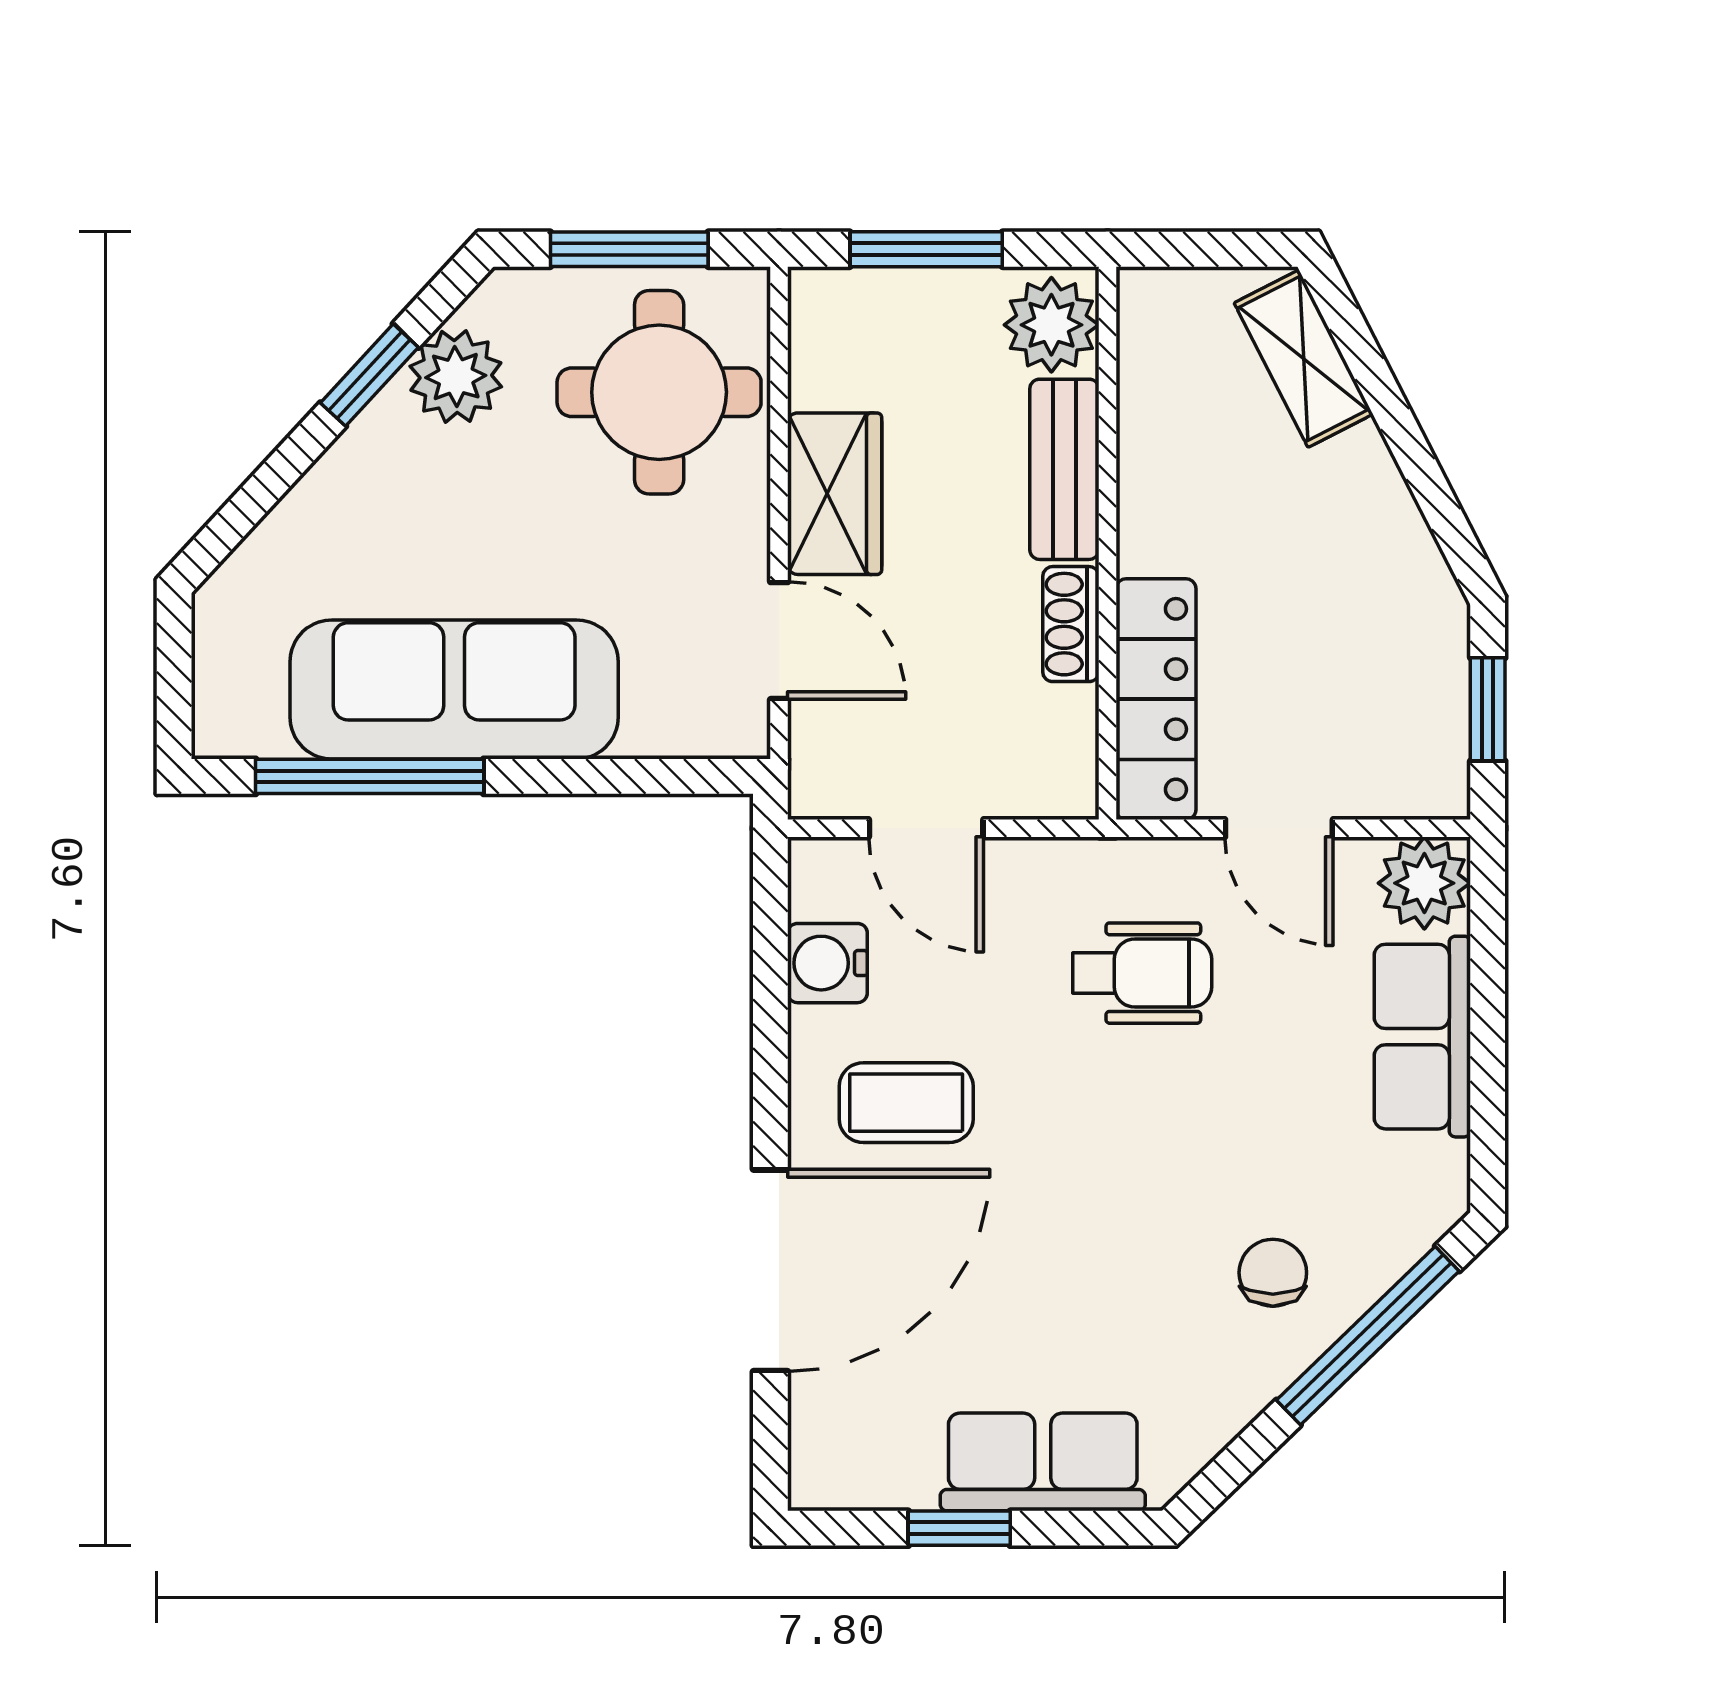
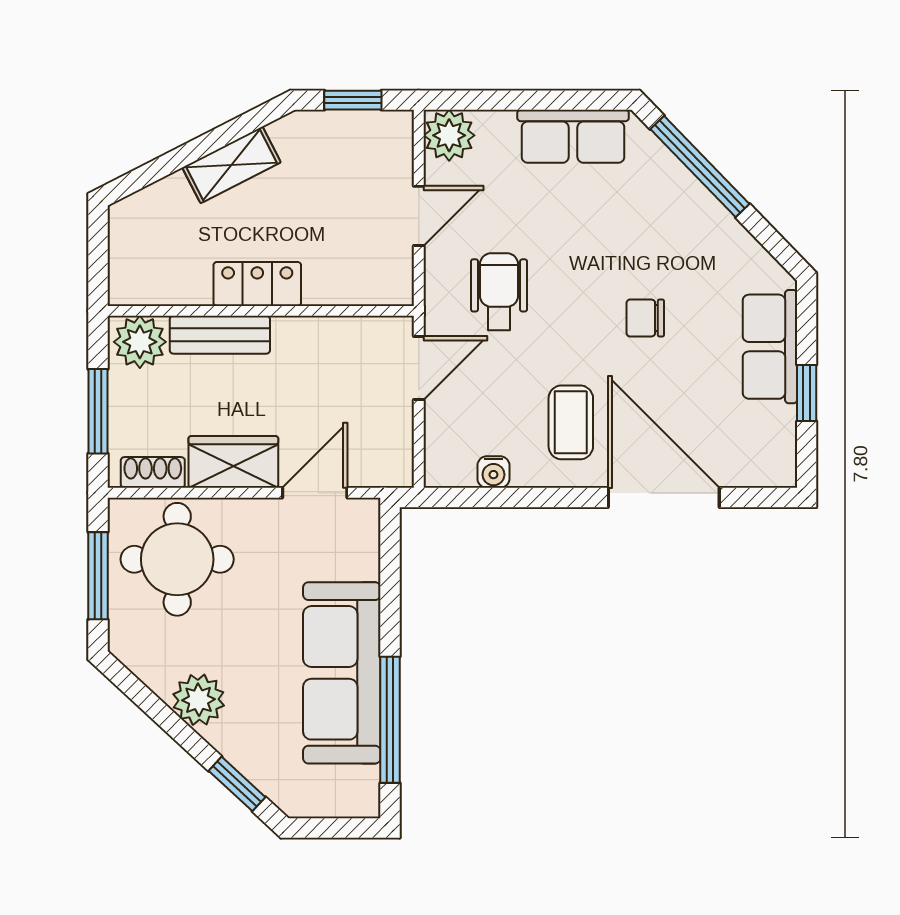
shelving: (1304, 359) -> (231, 165), moved
window: (369, 375) -> (237, 784), moved
plant: (456, 376) -> (199, 700), moved
shoe rack: (1071, 624) -> (153, 472), moved, turned 180
locker: (1156, 699) -> (257, 284), moved, width x0.66
door: (926, 828) -> (419, 368), moved
water cooler: (827, 963) -> (493, 472), width x0.72, depth x0.72
row of seats: (1422, 1037) -> (573, 136), moved
chair: (1273, 1273) -> (645, 318), moved

